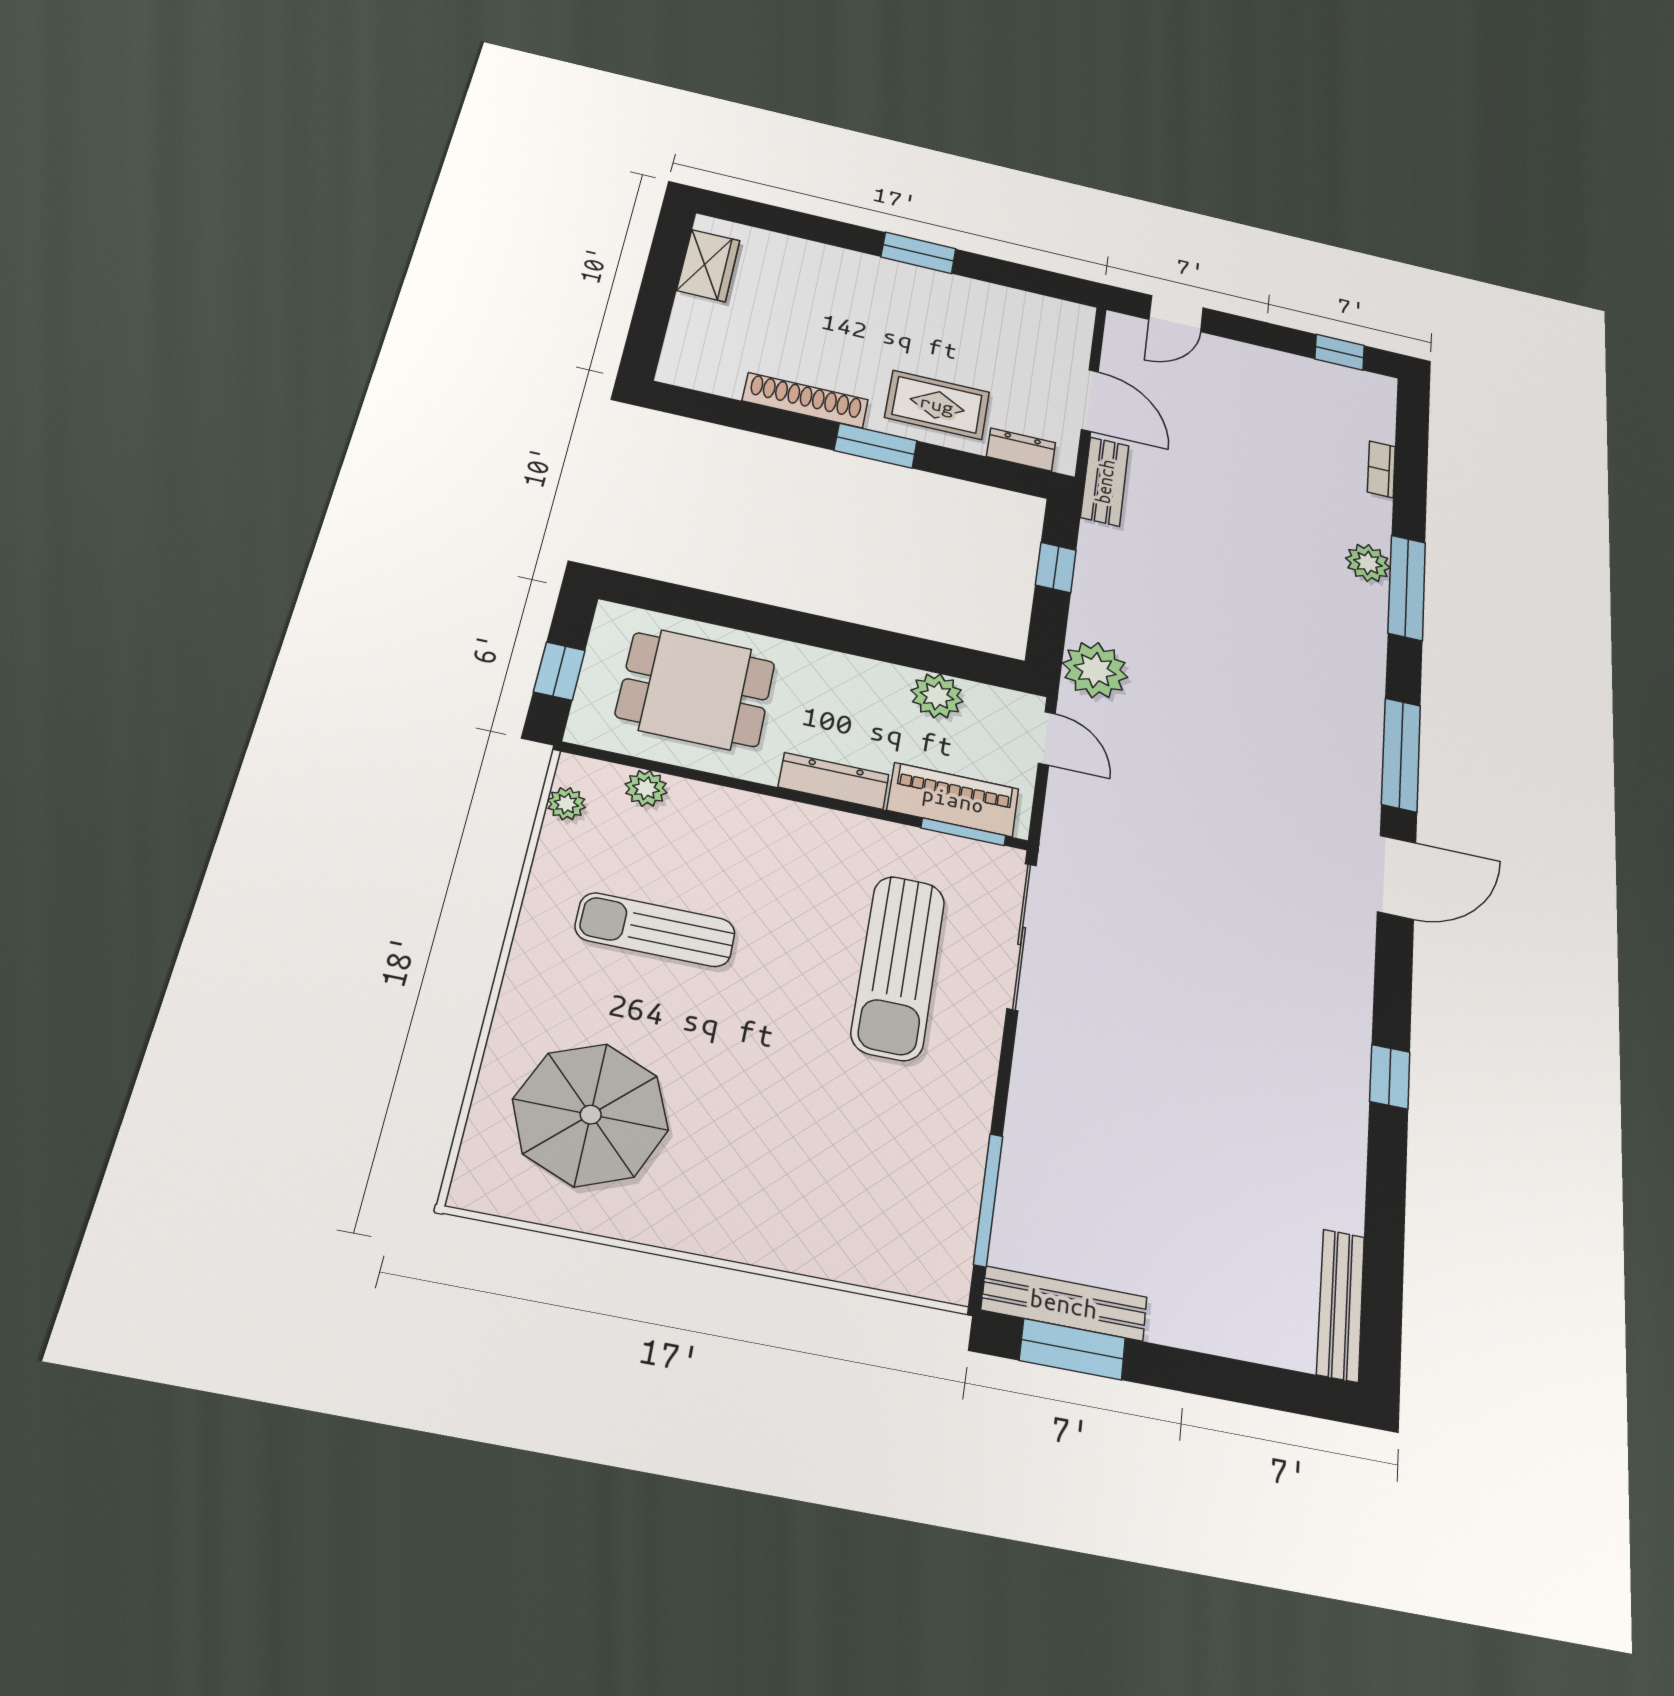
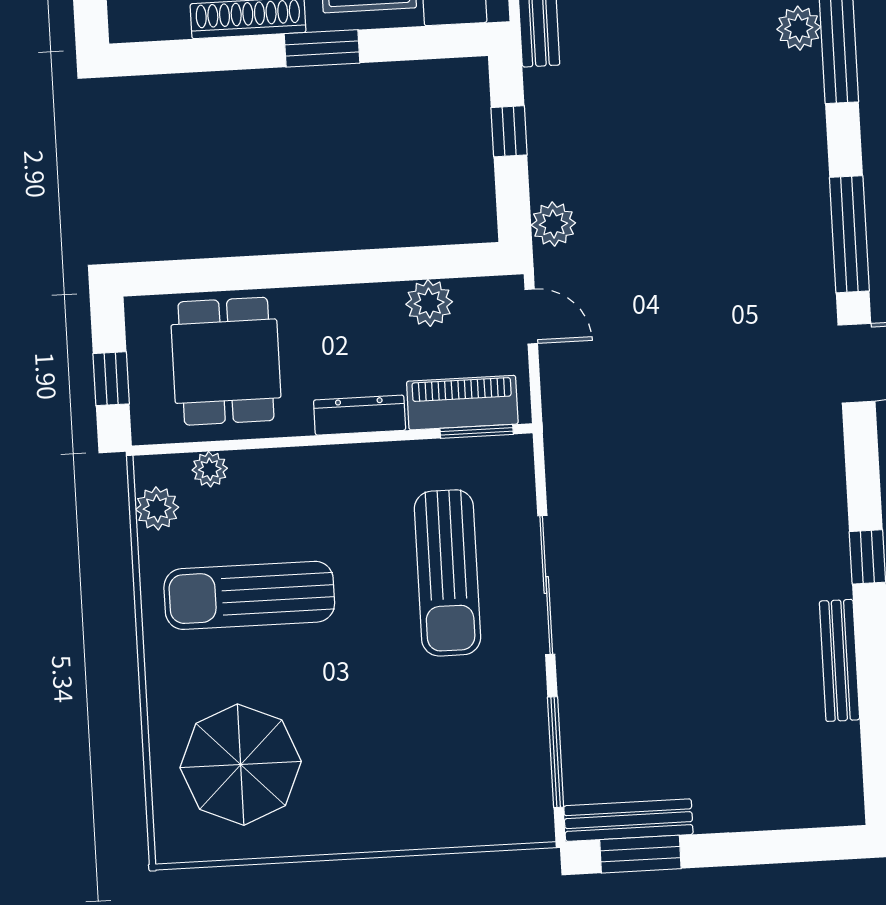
plant: (1095, 670) -> (553, 224), width x0.73, depth x0.73
dining table: (696, 689) -> (226, 361), turned 90
plant: (566, 804) -> (157, 508), width x1.38, depth x1.38
sun lounger: (655, 930) -> (249, 595), width x1.36, depth x1.34
sliding door: (1022, 936) -> (546, 585), moved
bench: (1341, 1305) -> (839, 660), moved

